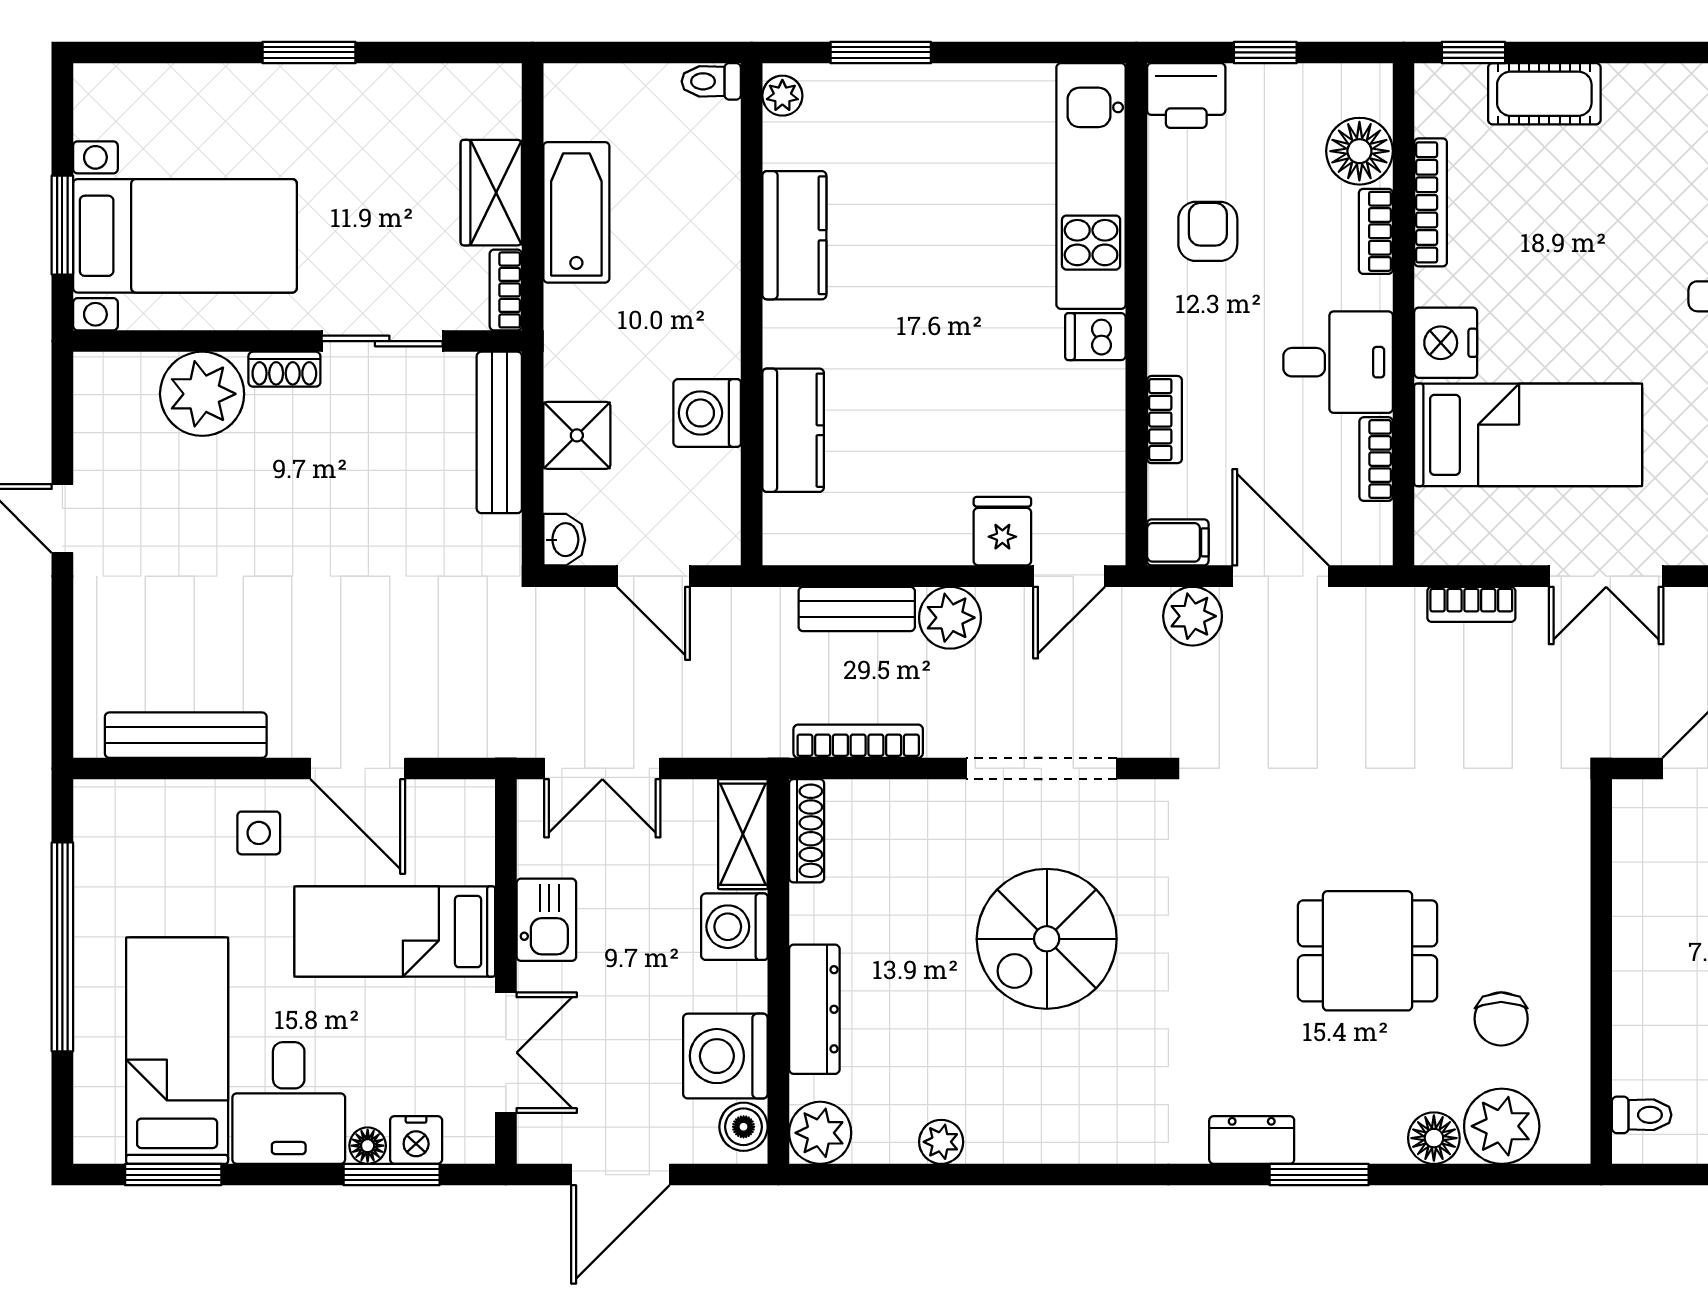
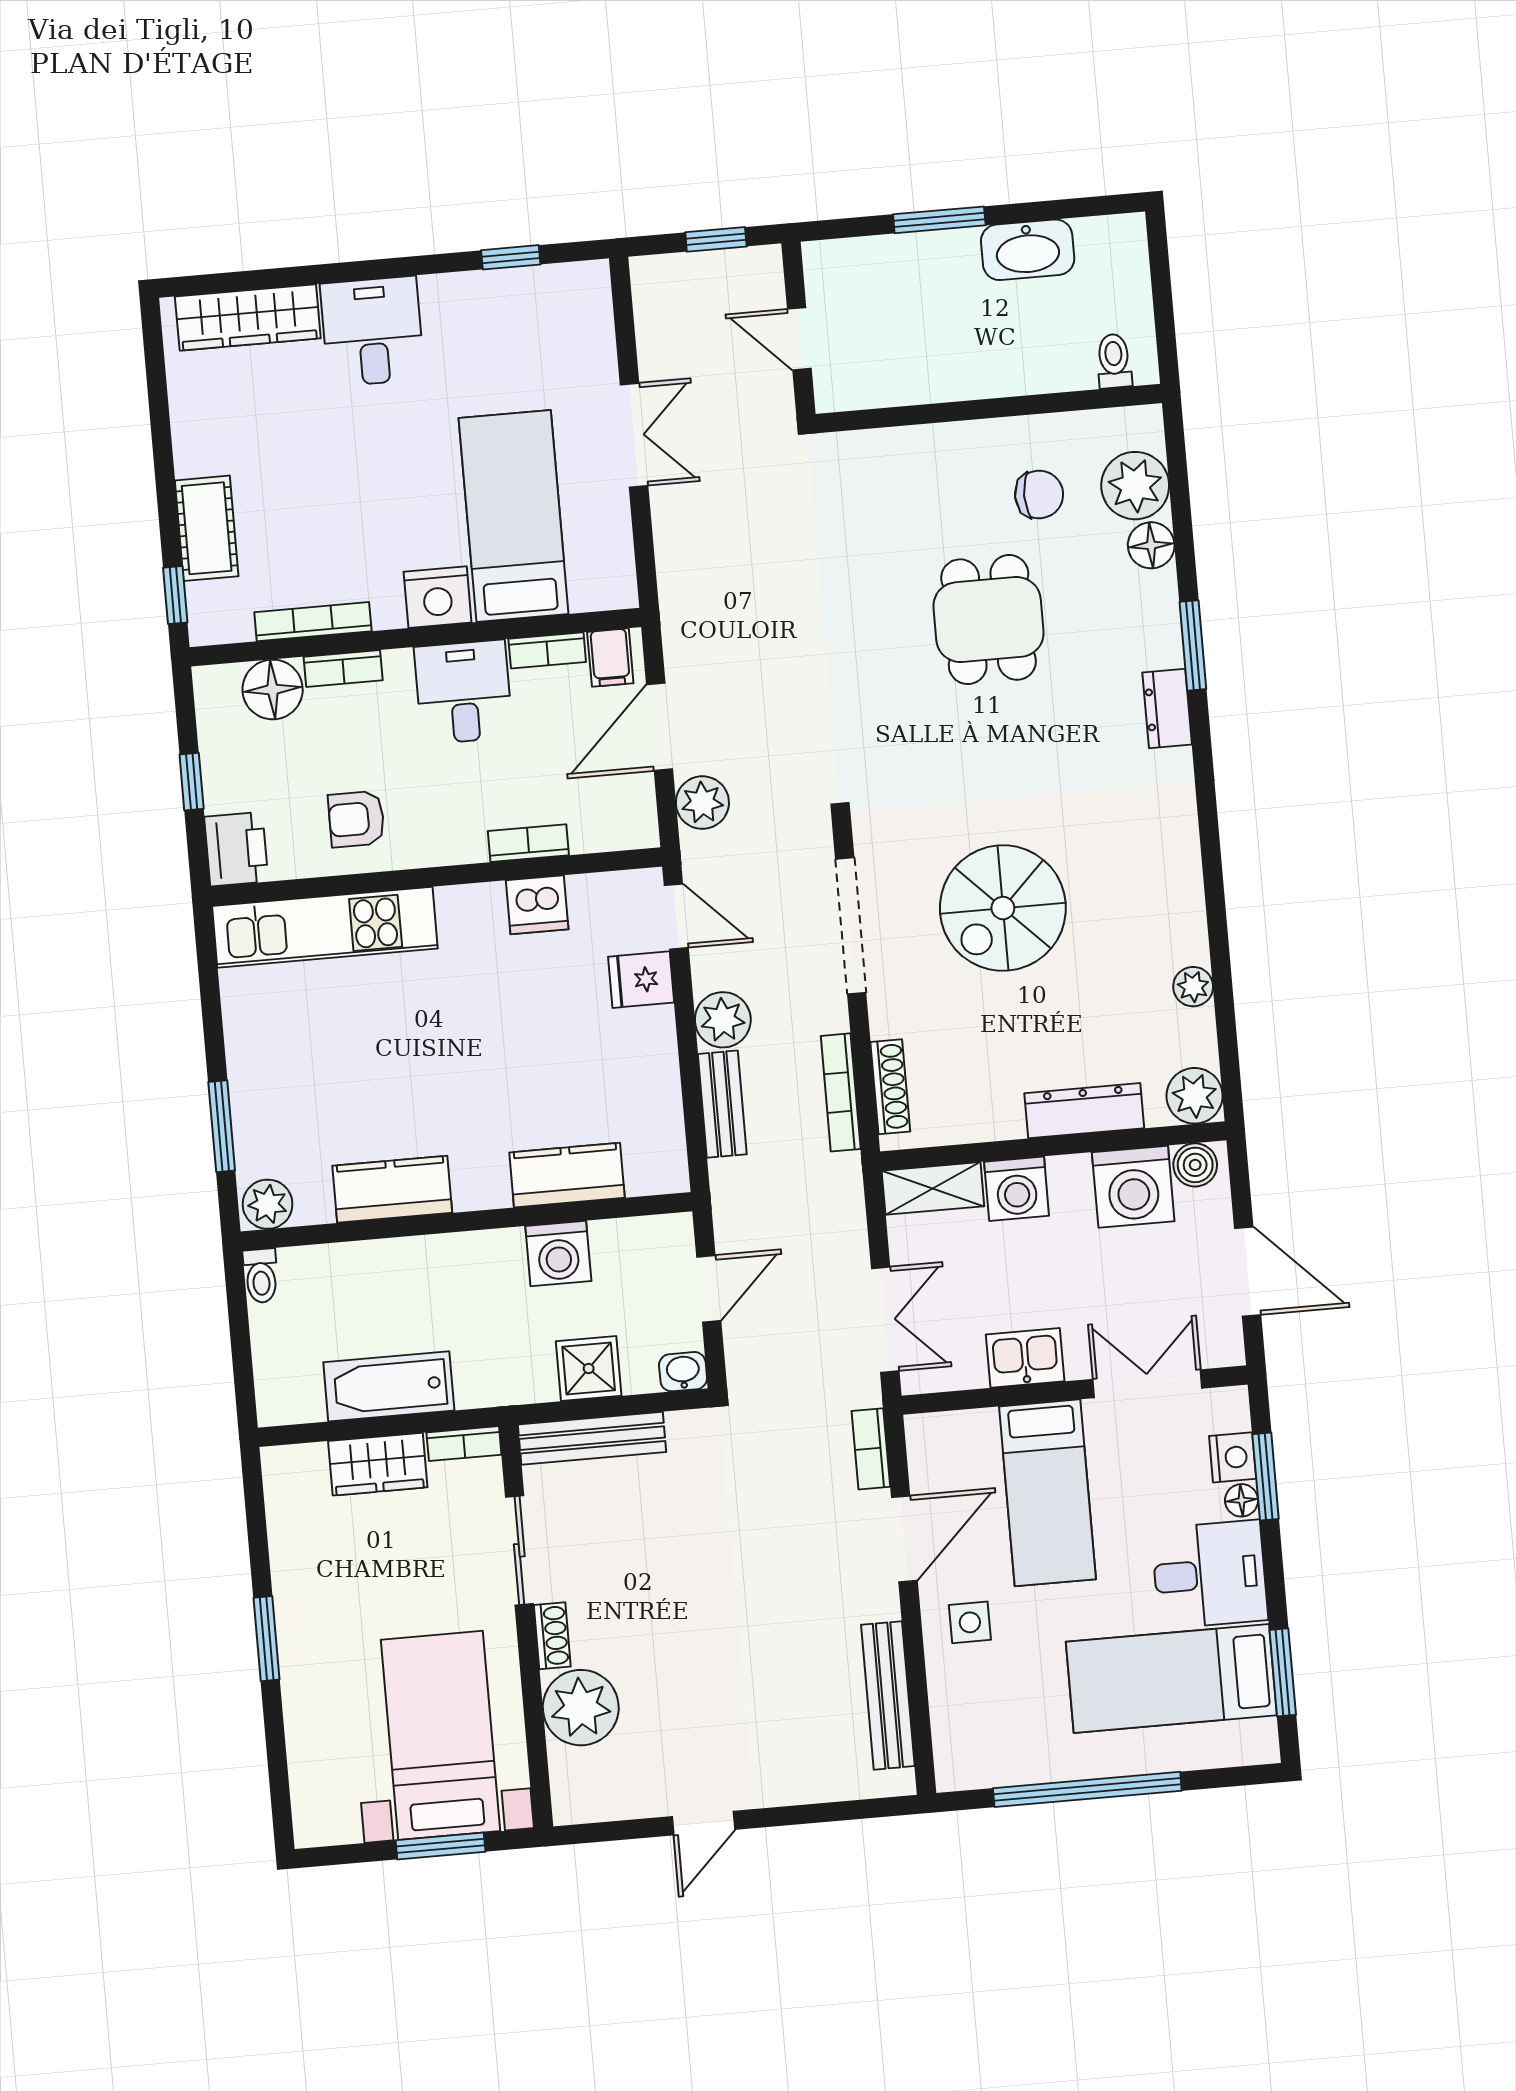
plant: (782, 96) -> (268, 1204), width x1.38, depth x1.38
dishwasher: (1095, 337) -> (537, 905), moved, width x1.38
filing cabinet: (1178, 542) -> (610, 658), moved, turned 180
bookcase: (1471, 604) -> (871, 1449), moved, turned 180
shoe rack: (807, 831) -> (890, 1087), moved, turned 90
spiral stairs: (1047, 939) -> (1003, 908), turned 90

